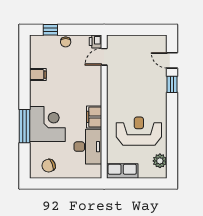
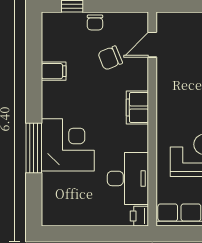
printer: (95, 42) -> (139, 216), moved
filing cabinet: (94, 117) -> (137, 107), moved
chair: (49, 166) -> (110, 58), moved

